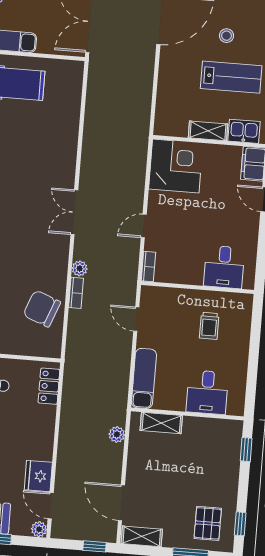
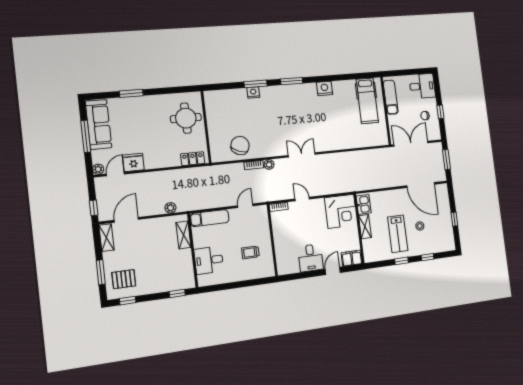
kitchen sink: (244, 131) -> (364, 204), moved
desk: (224, 267) -> (310, 258), moved, turned -90

